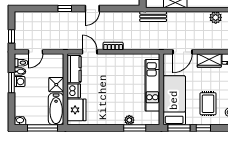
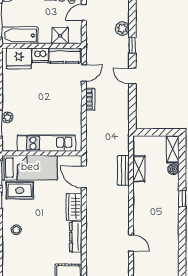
bench: (153, 16) -> (123, 170), moved
plant: (216, 17) -> (122, 28), moved
door: (36, 52) -> (84, 12), hinge flipped
shower: (56, 85) -> (60, 36), moved
rug: (208, 104) -> (20, 190), moved

